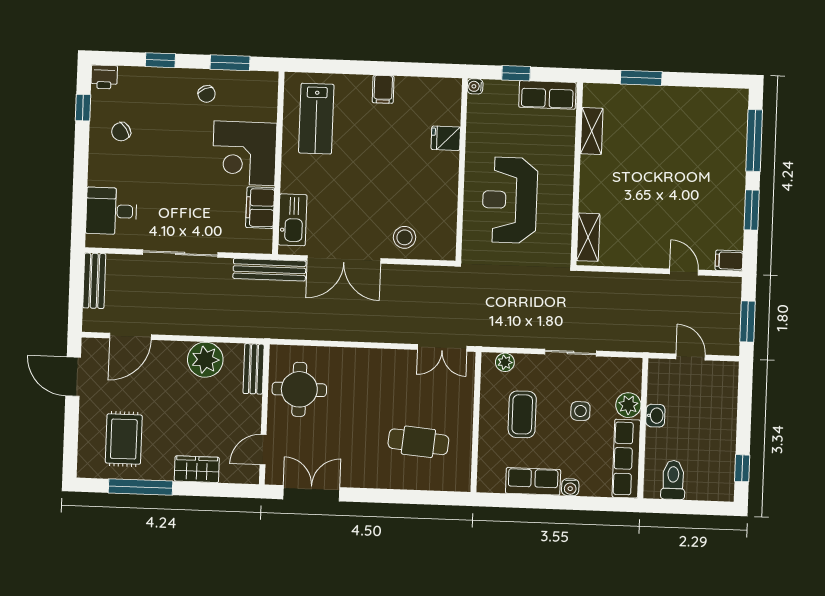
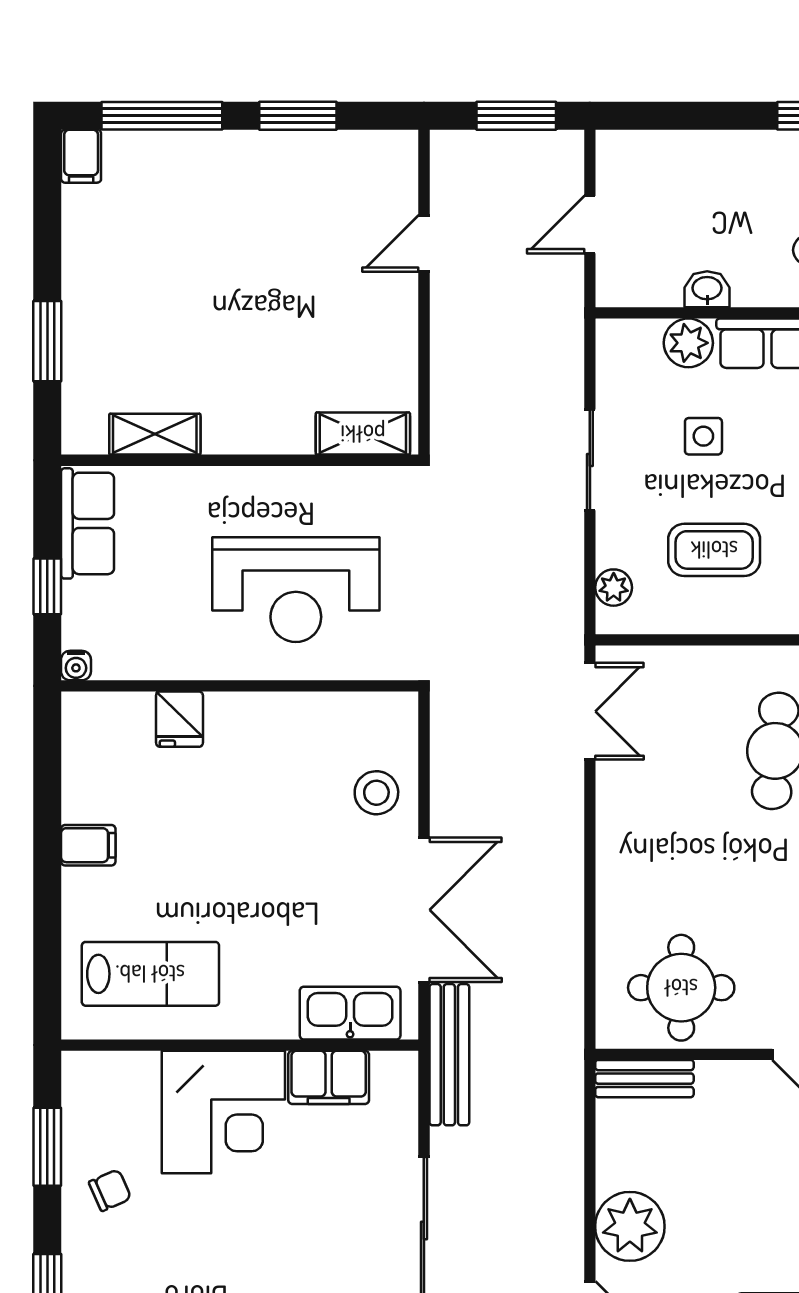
filing cabinet: (729, 261) -> (81, 156), moved
plant: (205, 360) -> (630, 1226), moved

